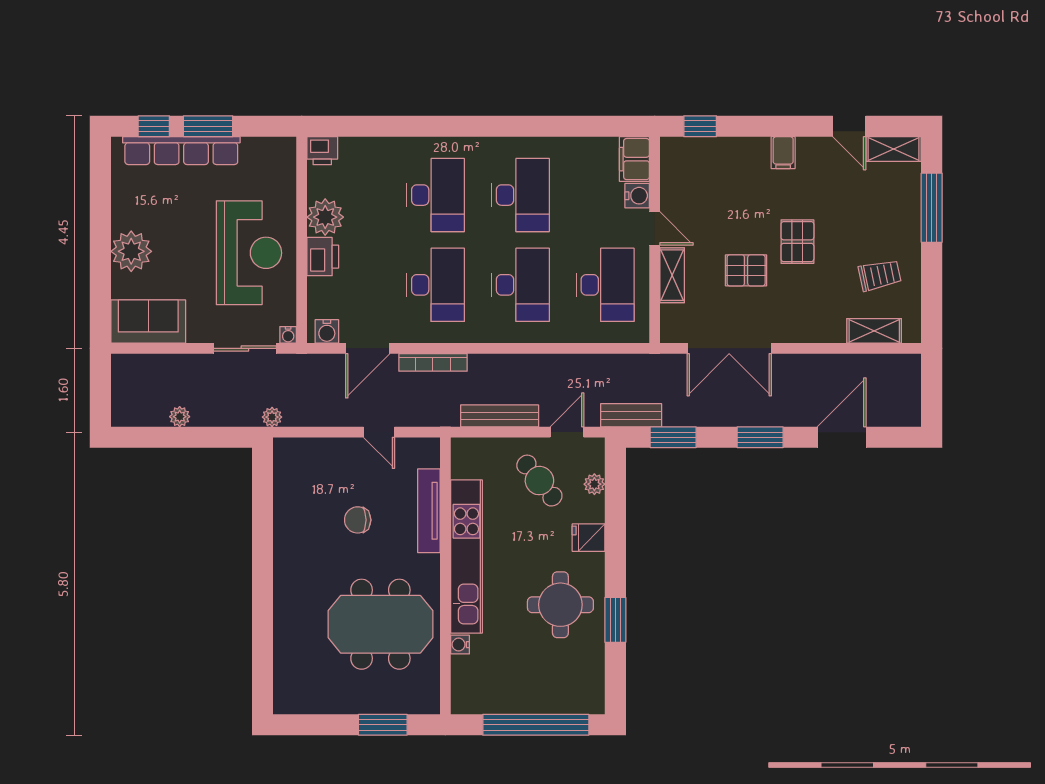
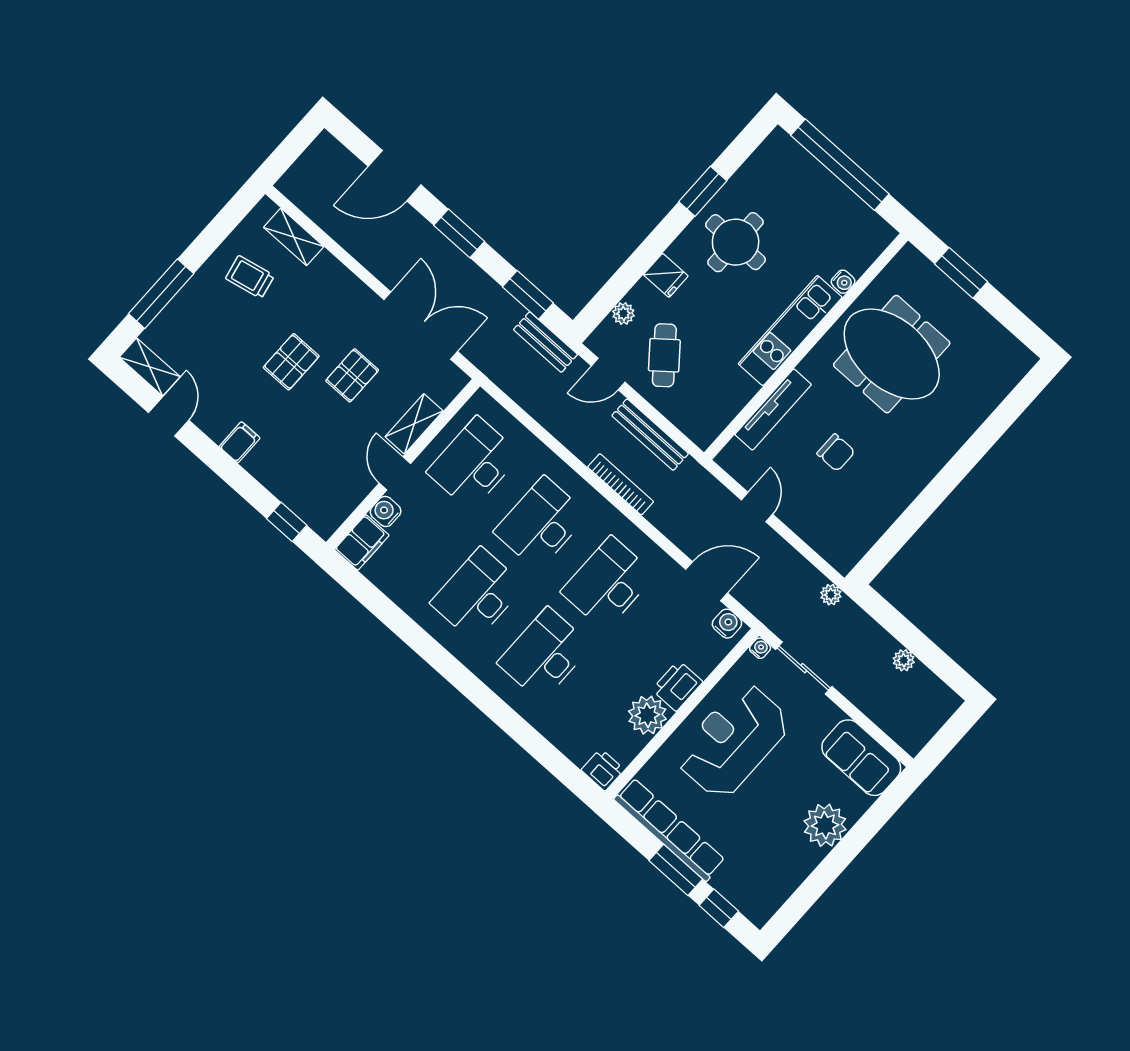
row of seats: (181, 151) -> (670, 830), moved
pallet: (746, 270) -> (352, 375), turned 90
bookcase: (433, 362) -> (621, 484), moved
kitchen unit: (466, 556) -> (790, 331), width x0.73

